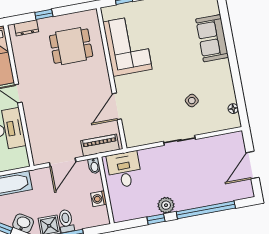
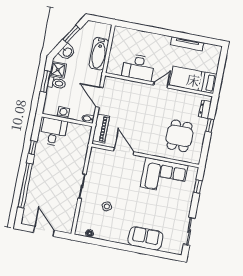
desk: (124, 170) -> (53, 132), moved, turned -90
plant: (166, 205) -> (40, 159), removed

